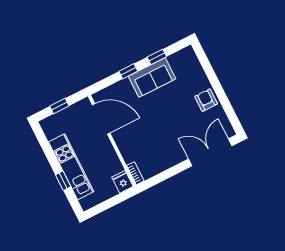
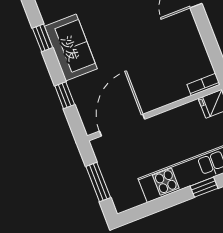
window: (128, 71) -> (65, 95), moved
window: (59, 106) -> (98, 182), width x1.50

